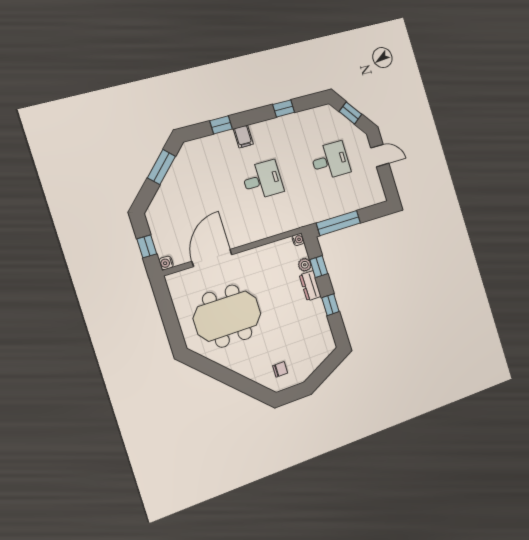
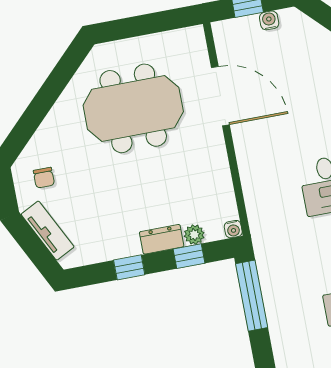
water cooler: (166, 263) -> (269, 20), moved
meeting table: (227, 316) -> (133, 108), turned 90
tv unit: (314, 362) -> (48, 231), added

